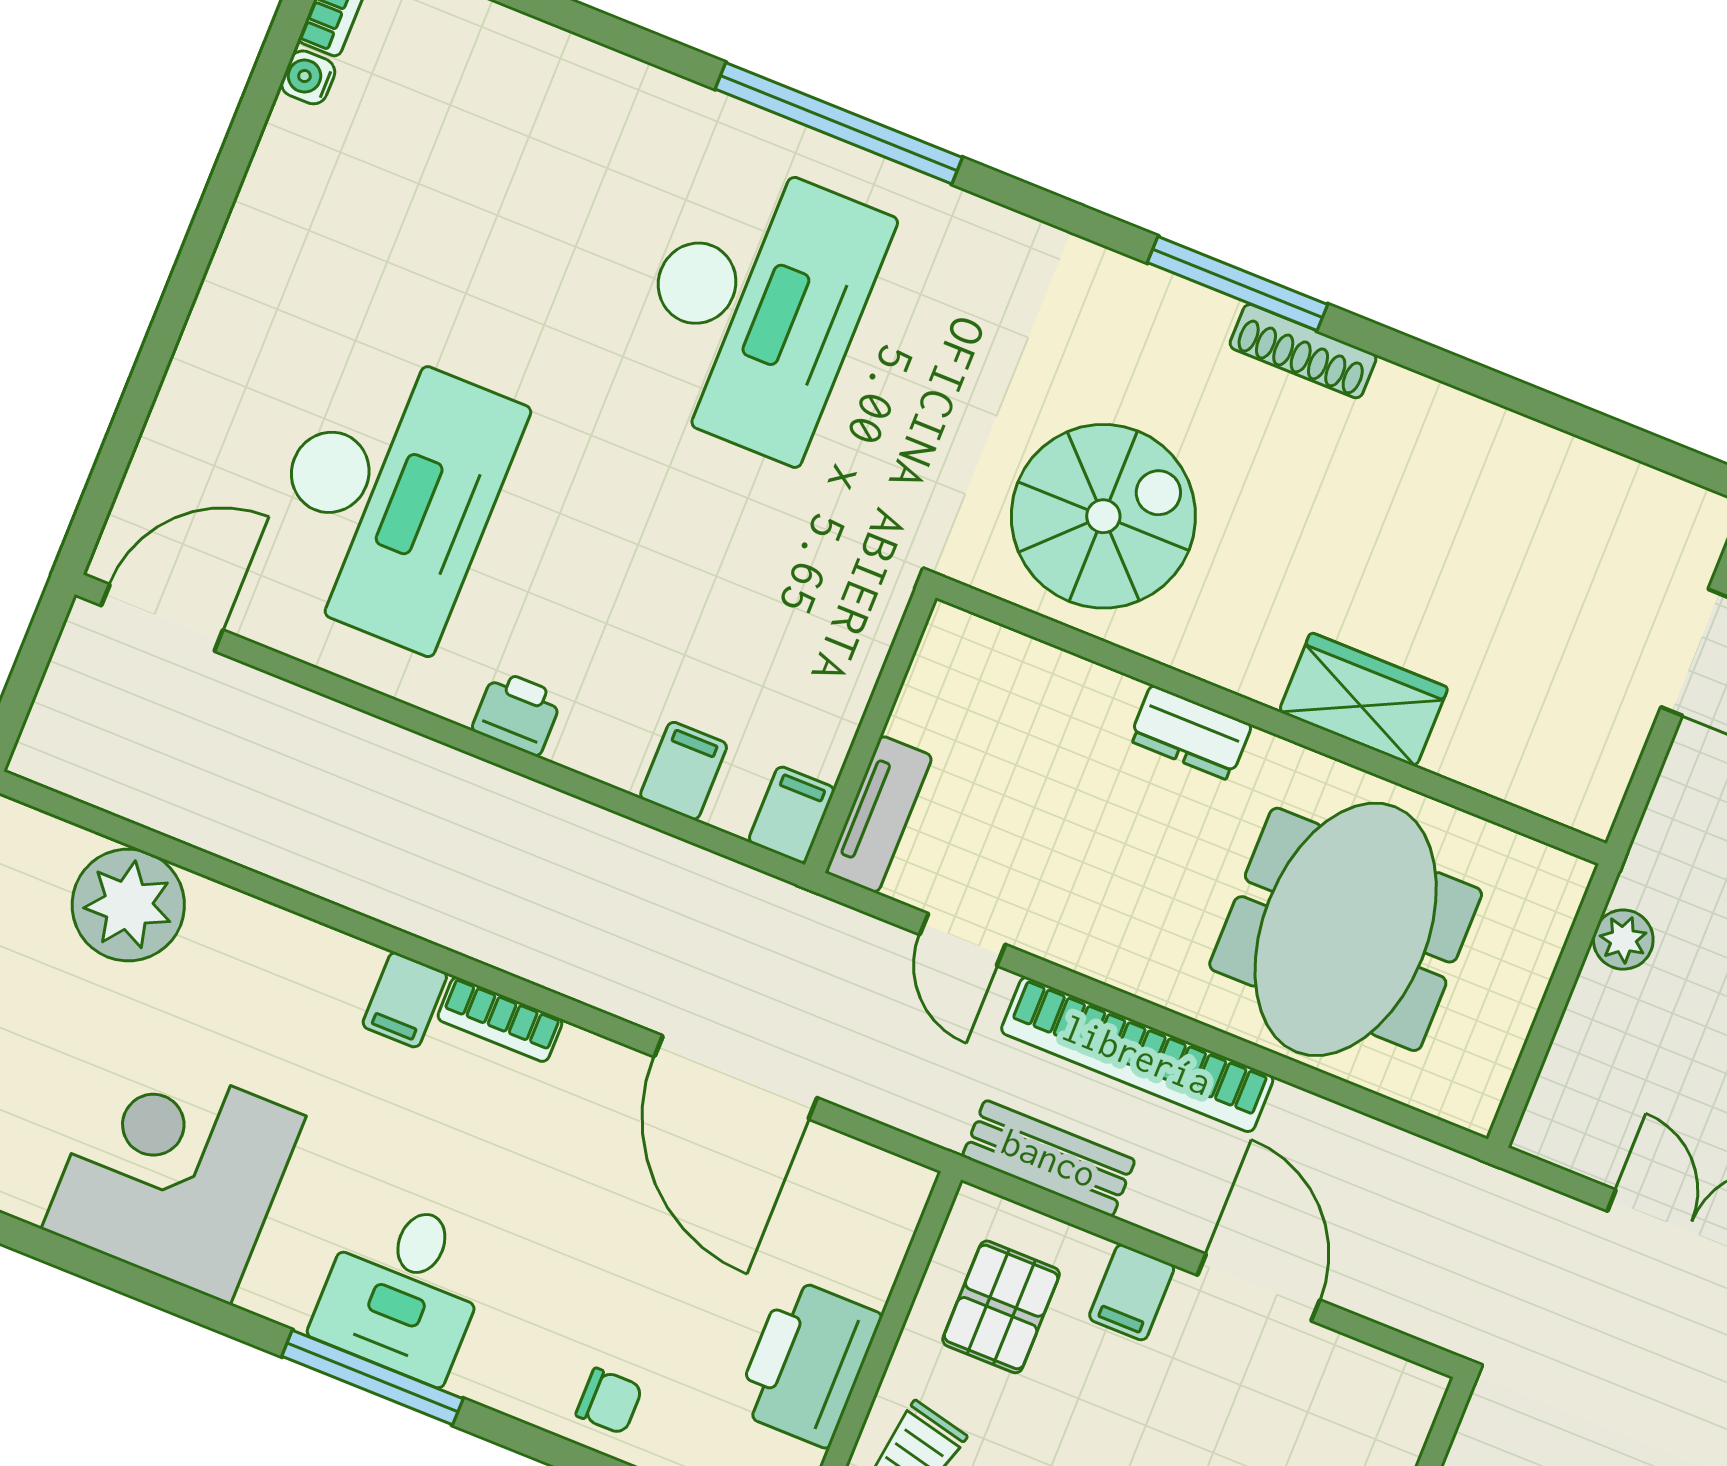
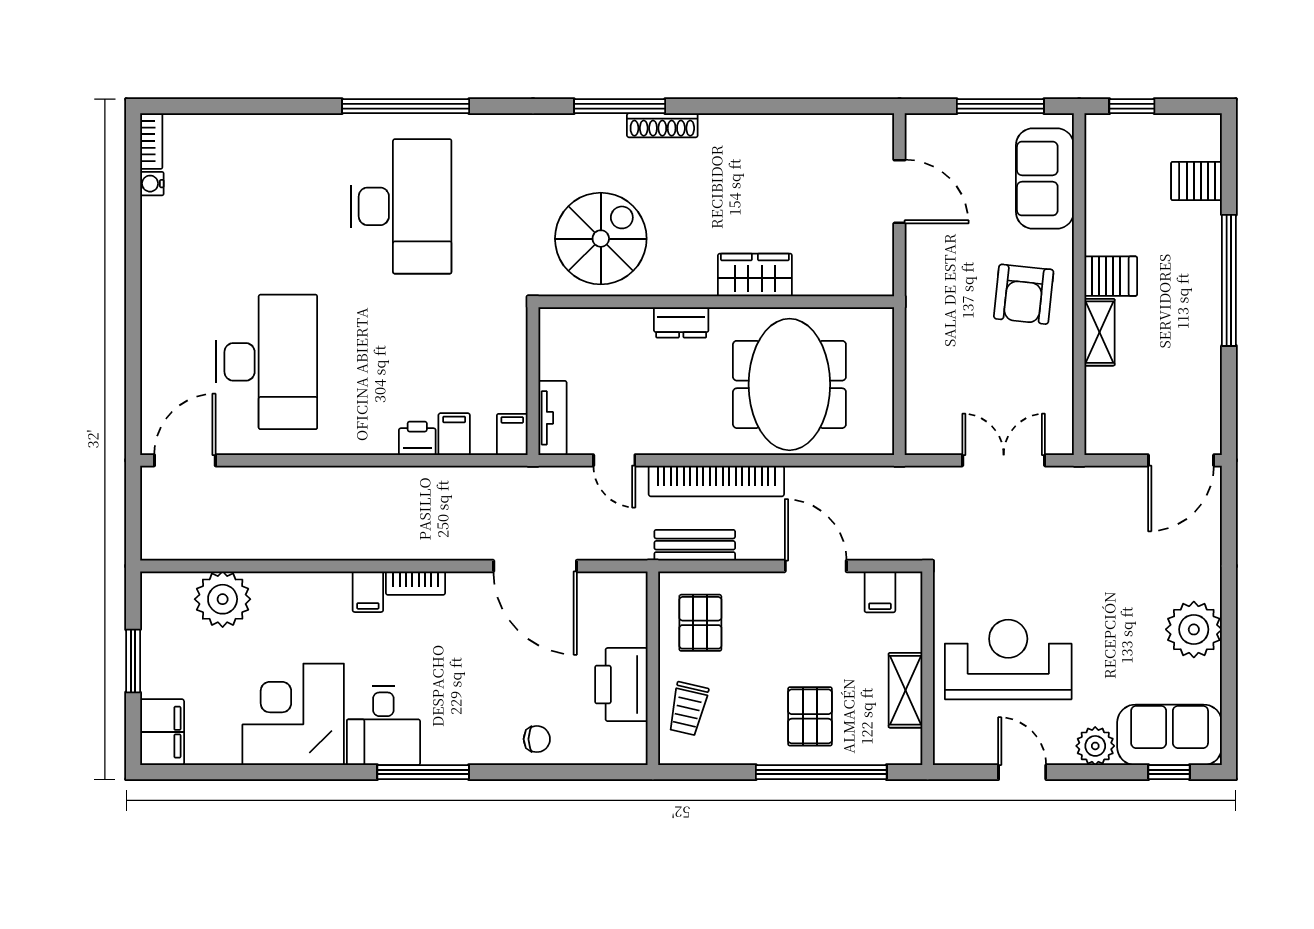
printer: (517, 713) -> (417, 438), moved
plant: (1623, 940) -> (920, 338), removed
desk: (403, 1289) -> (383, 726), moved
filing cabinet: (1132, 1292) -> (880, 592), moved

